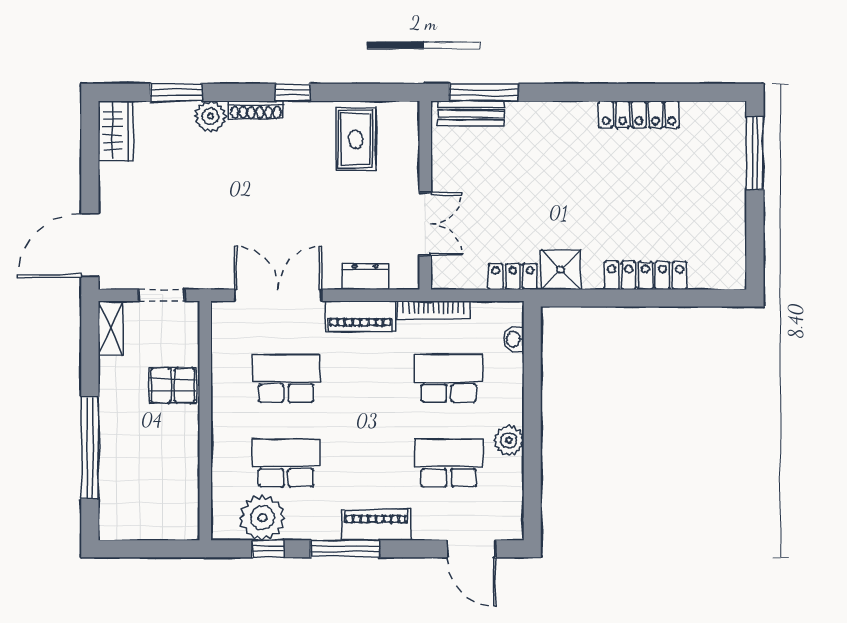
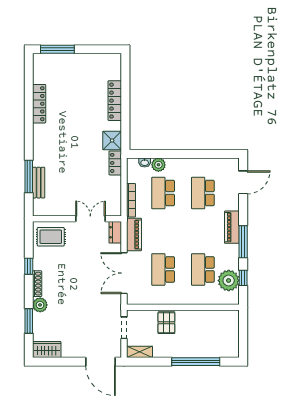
wall: (425, 195) -> (77, 219), moved
double door: (425, 224) -> (90, 219), moved
plant: (509, 440) -> (158, 165), moved

